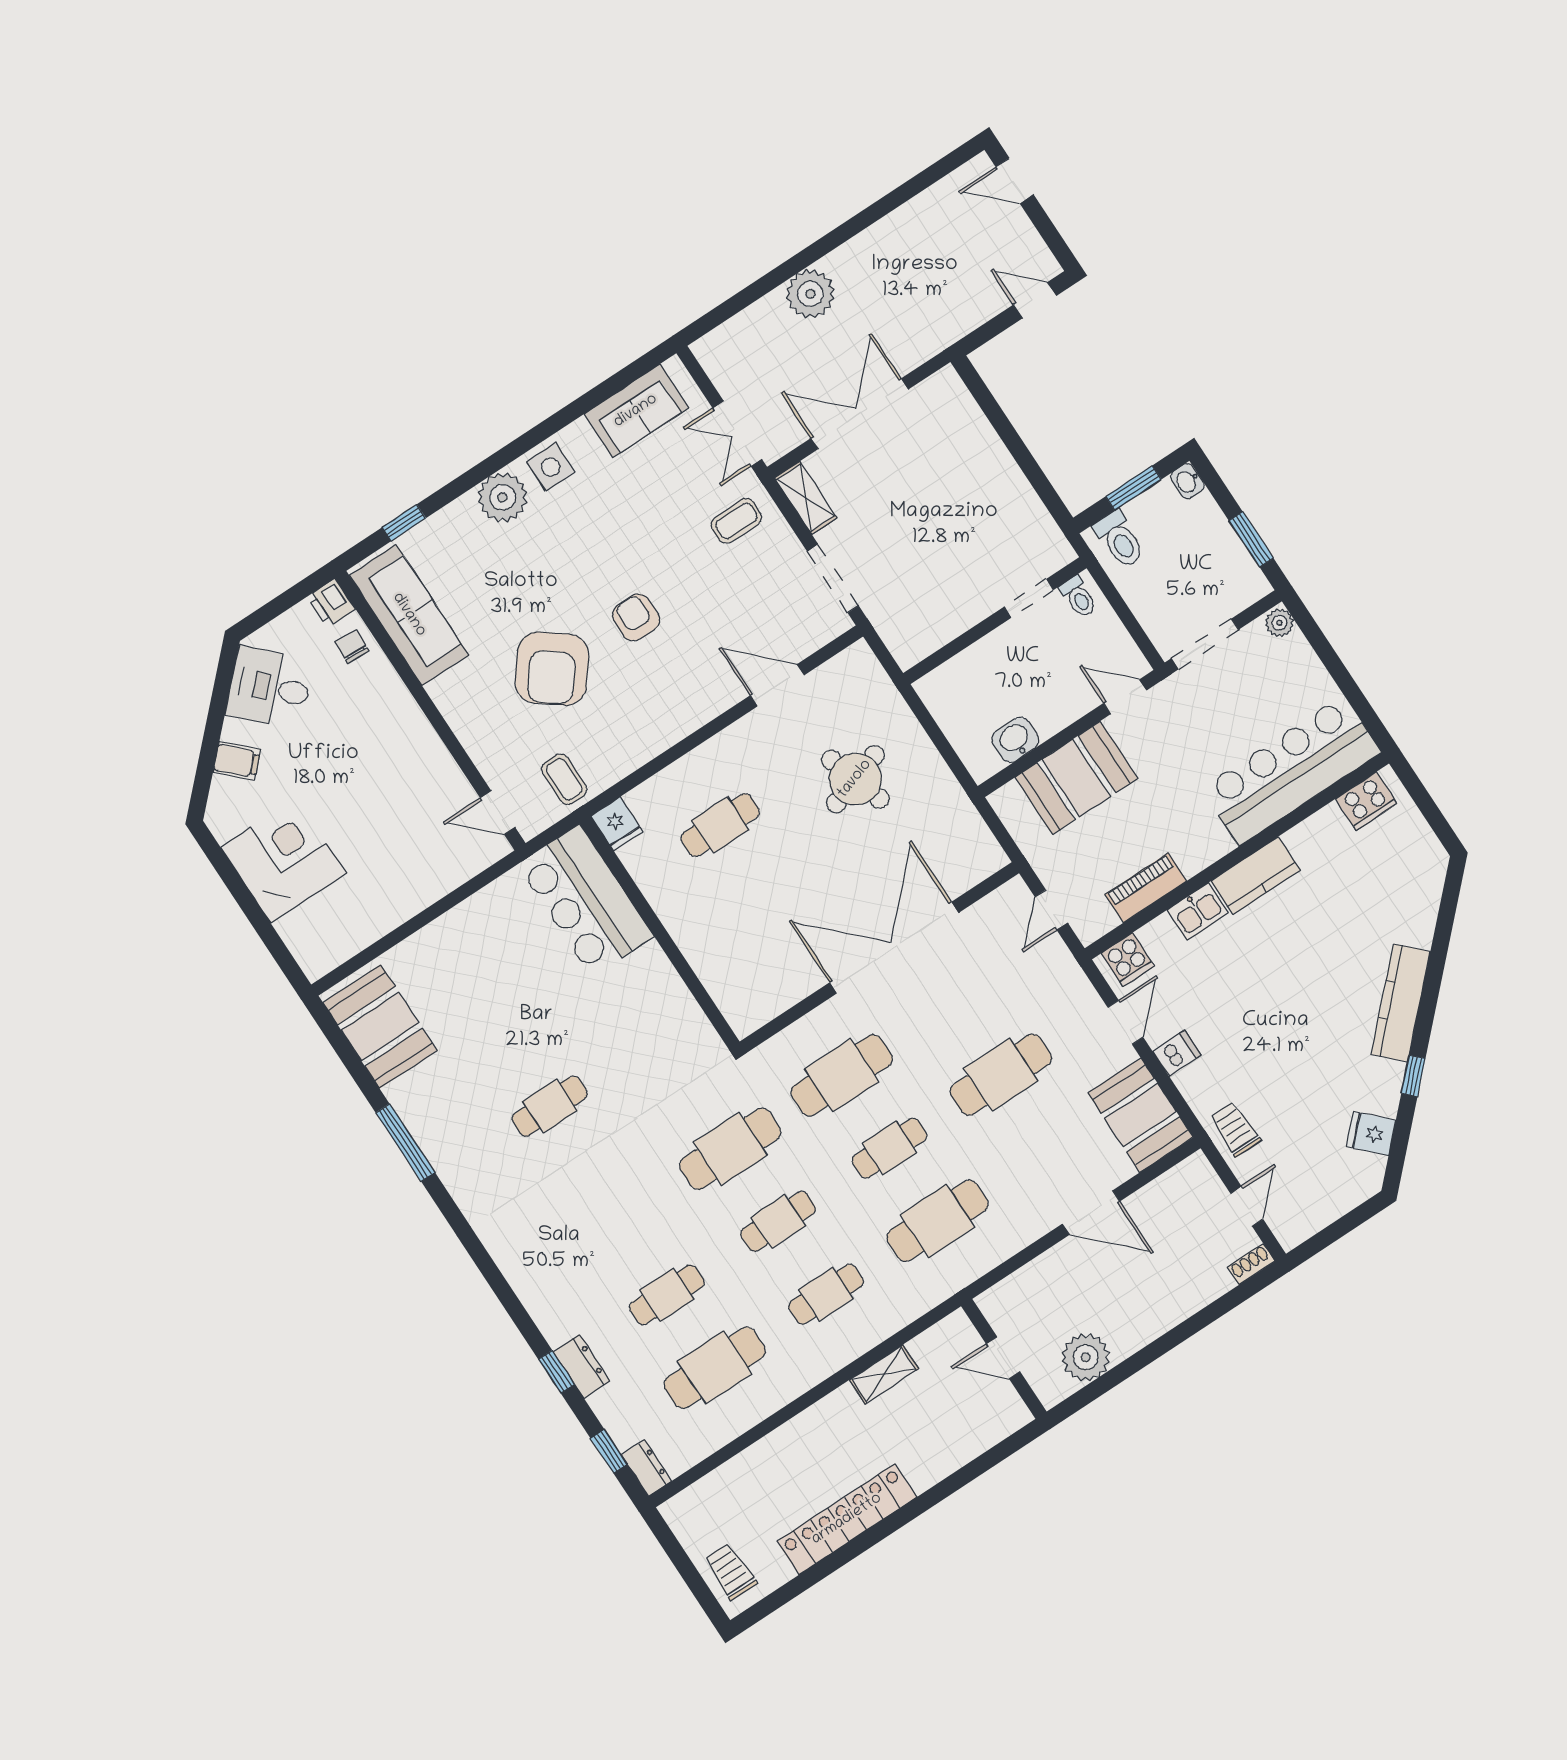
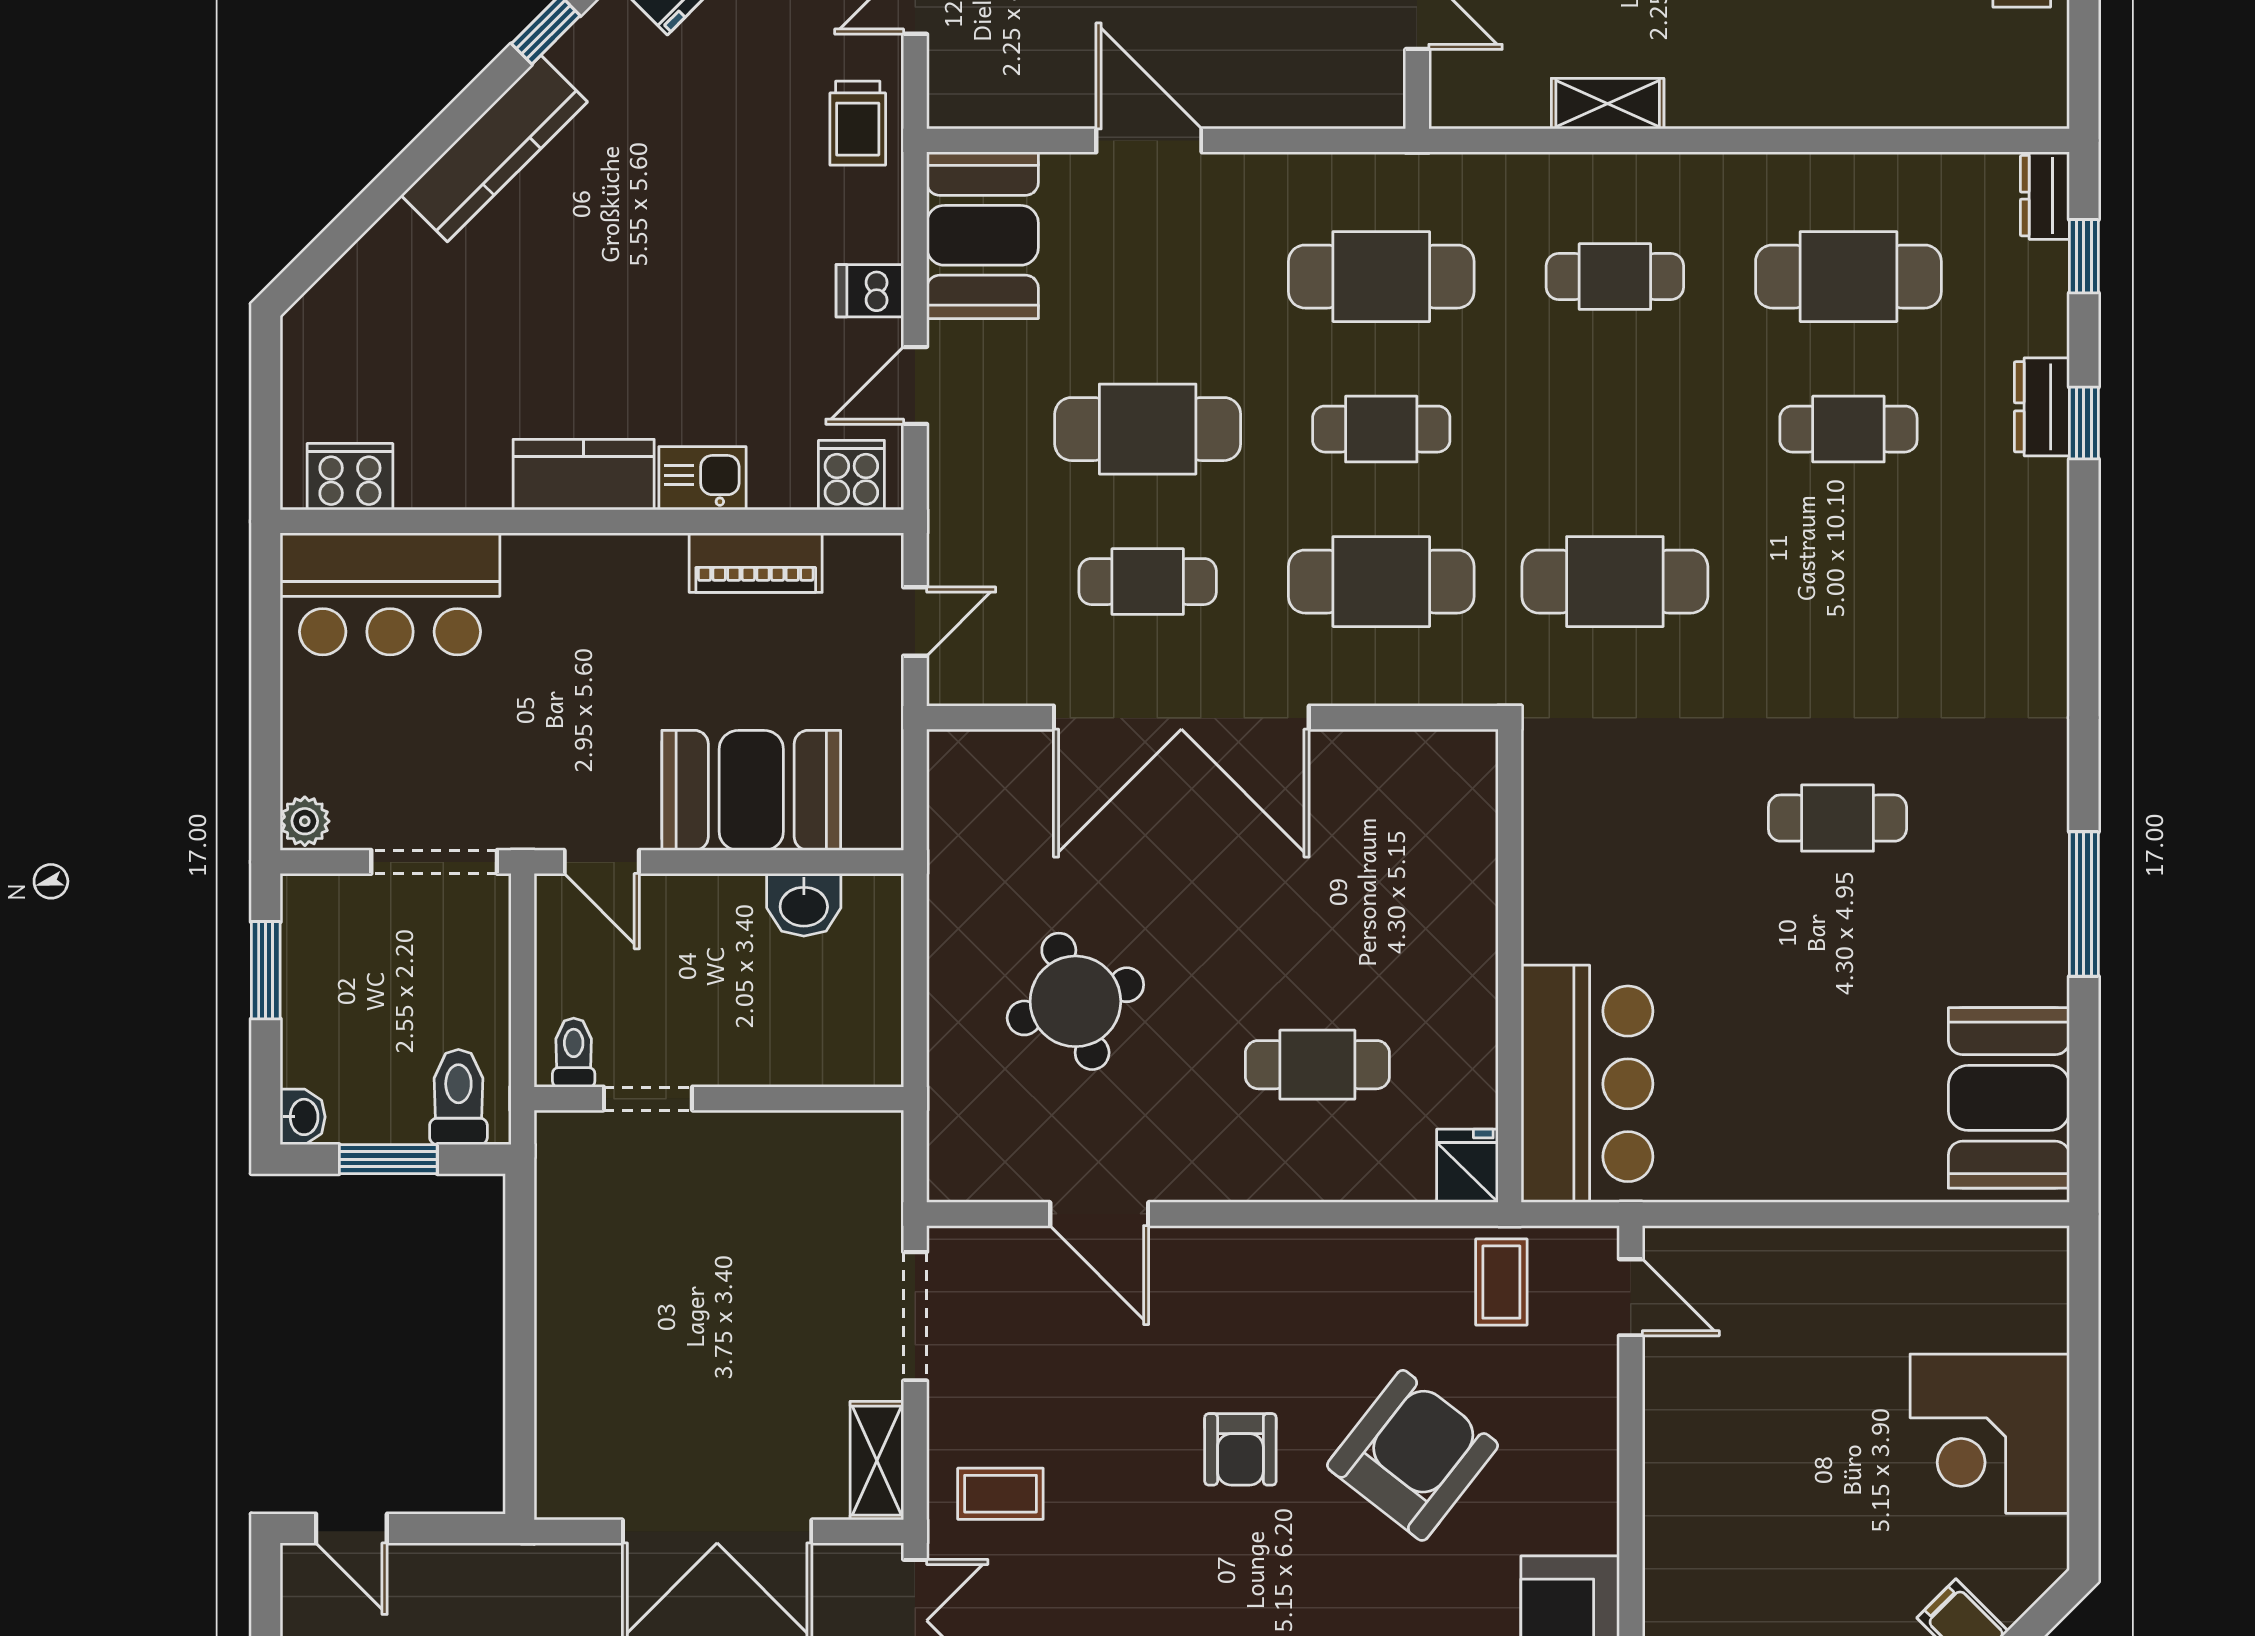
bar counter: (1291, 770) -> (390, 594), width x0.73
cafe table: (778, 1221) -> (1148, 582), moved

